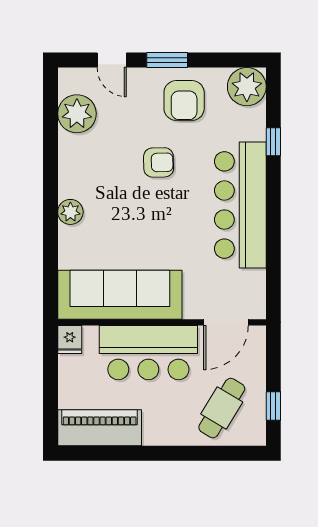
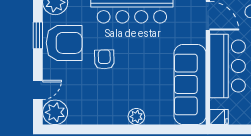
window: (167, 60) -> (38, 35), moved
armchair: (184, 100) -> (64, 43), width x1.36, depth x1.36
plant: (77, 114) -> (55, 112), moved

